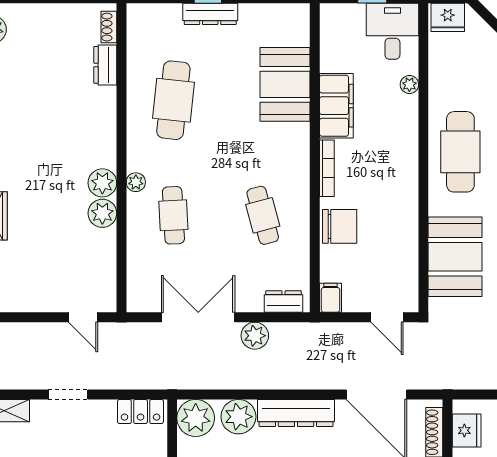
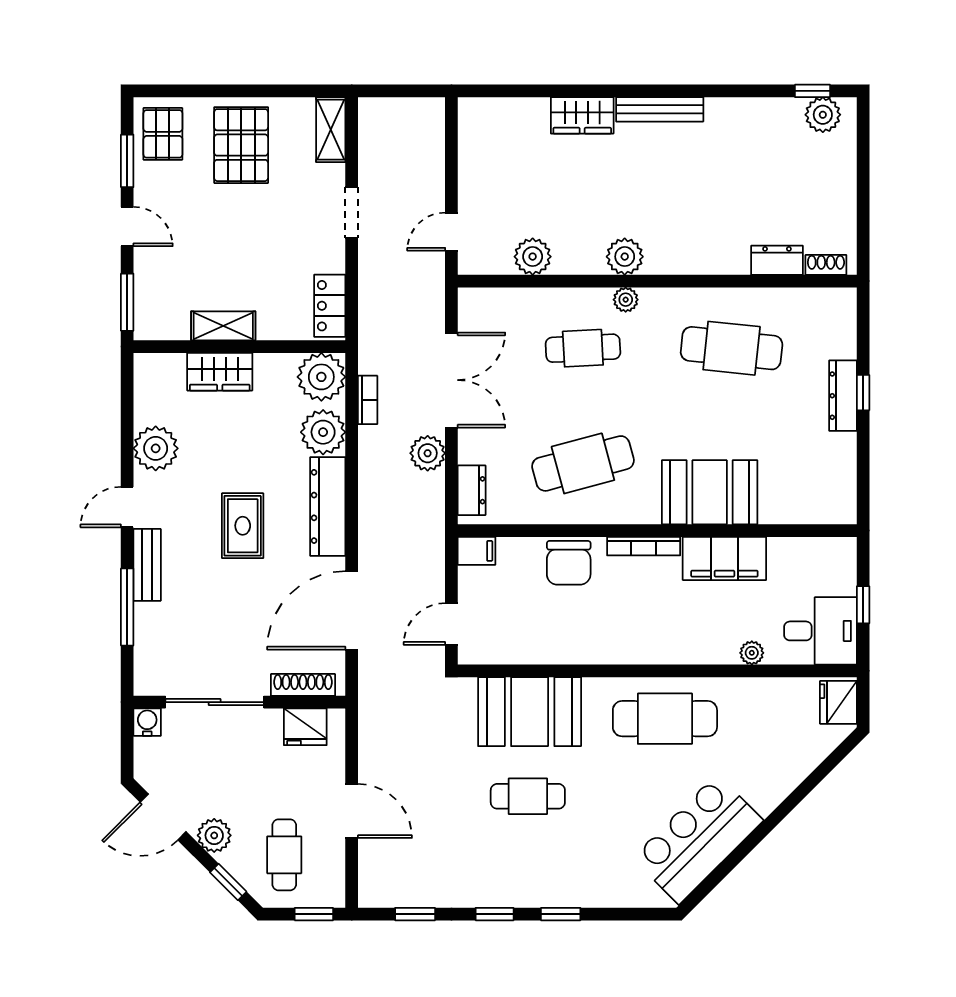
booth: (285, 84) -> (710, 492), moved
plant: (102, 213) -> (533, 257), moved
cafe table: (263, 215) -> (583, 463), width x1.37, depth x1.35
bookcase: (213, 382) -> (368, 400), added

